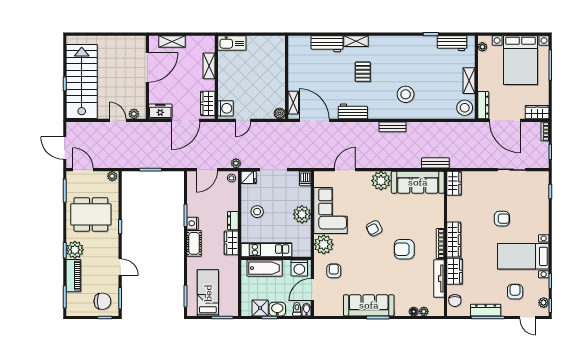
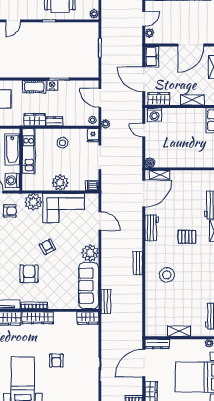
door: (147, 67) -> (191, 45), hinge flipped
stool: (465, 108) -> (155, 327), removed

